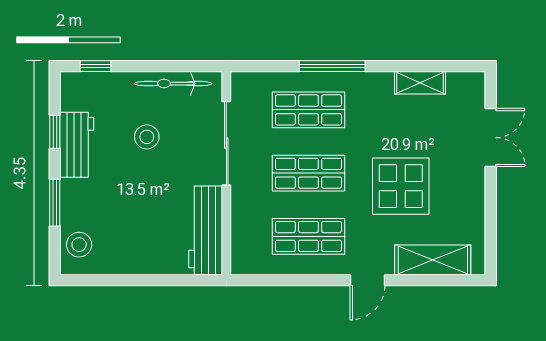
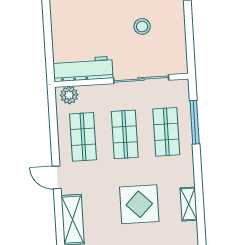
window: (332, 66) -> (195, 122), moved
bicycle: (173, 84) -> (178, 42), removed
display table: (401, 186) -> (139, 204), moved
plant: (244, 254) -> (69, 95), added

